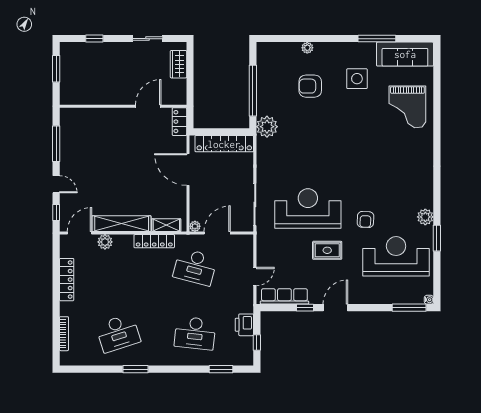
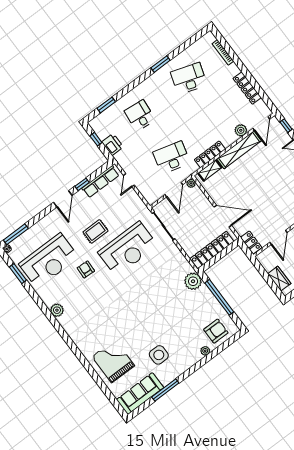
armchair: (310, 86) -> (216, 331), moved
plant: (425, 217) -> (57, 310), moved
window: (437, 238) -> (18, 274), moved
desk: (118, 333) -> (189, 79), turned 36
desk: (195, 333) -> (140, 115), width x0.73

